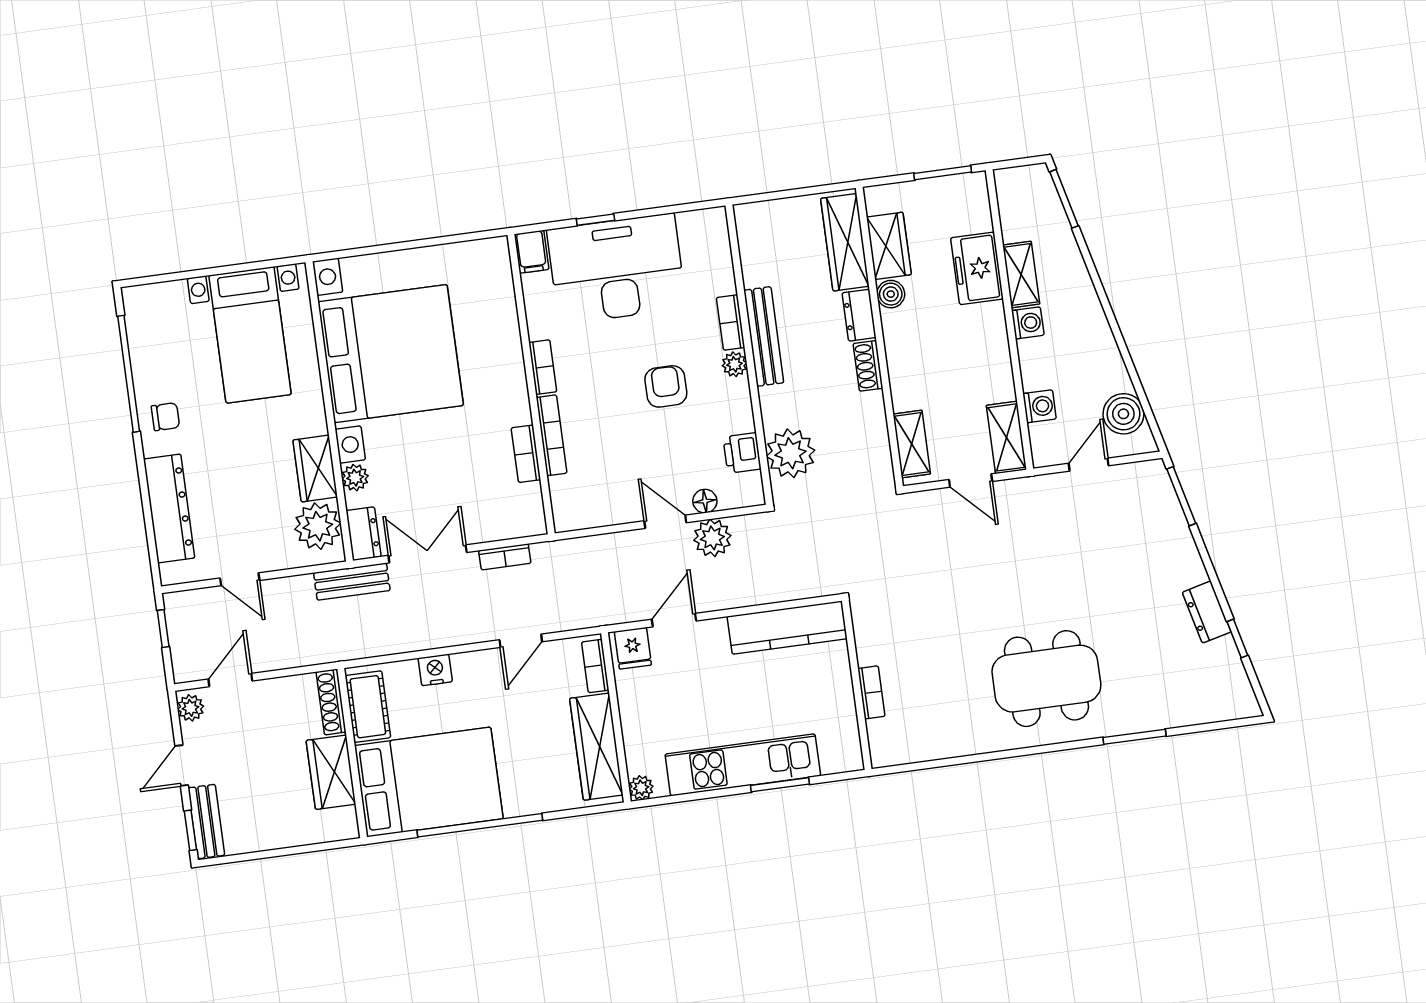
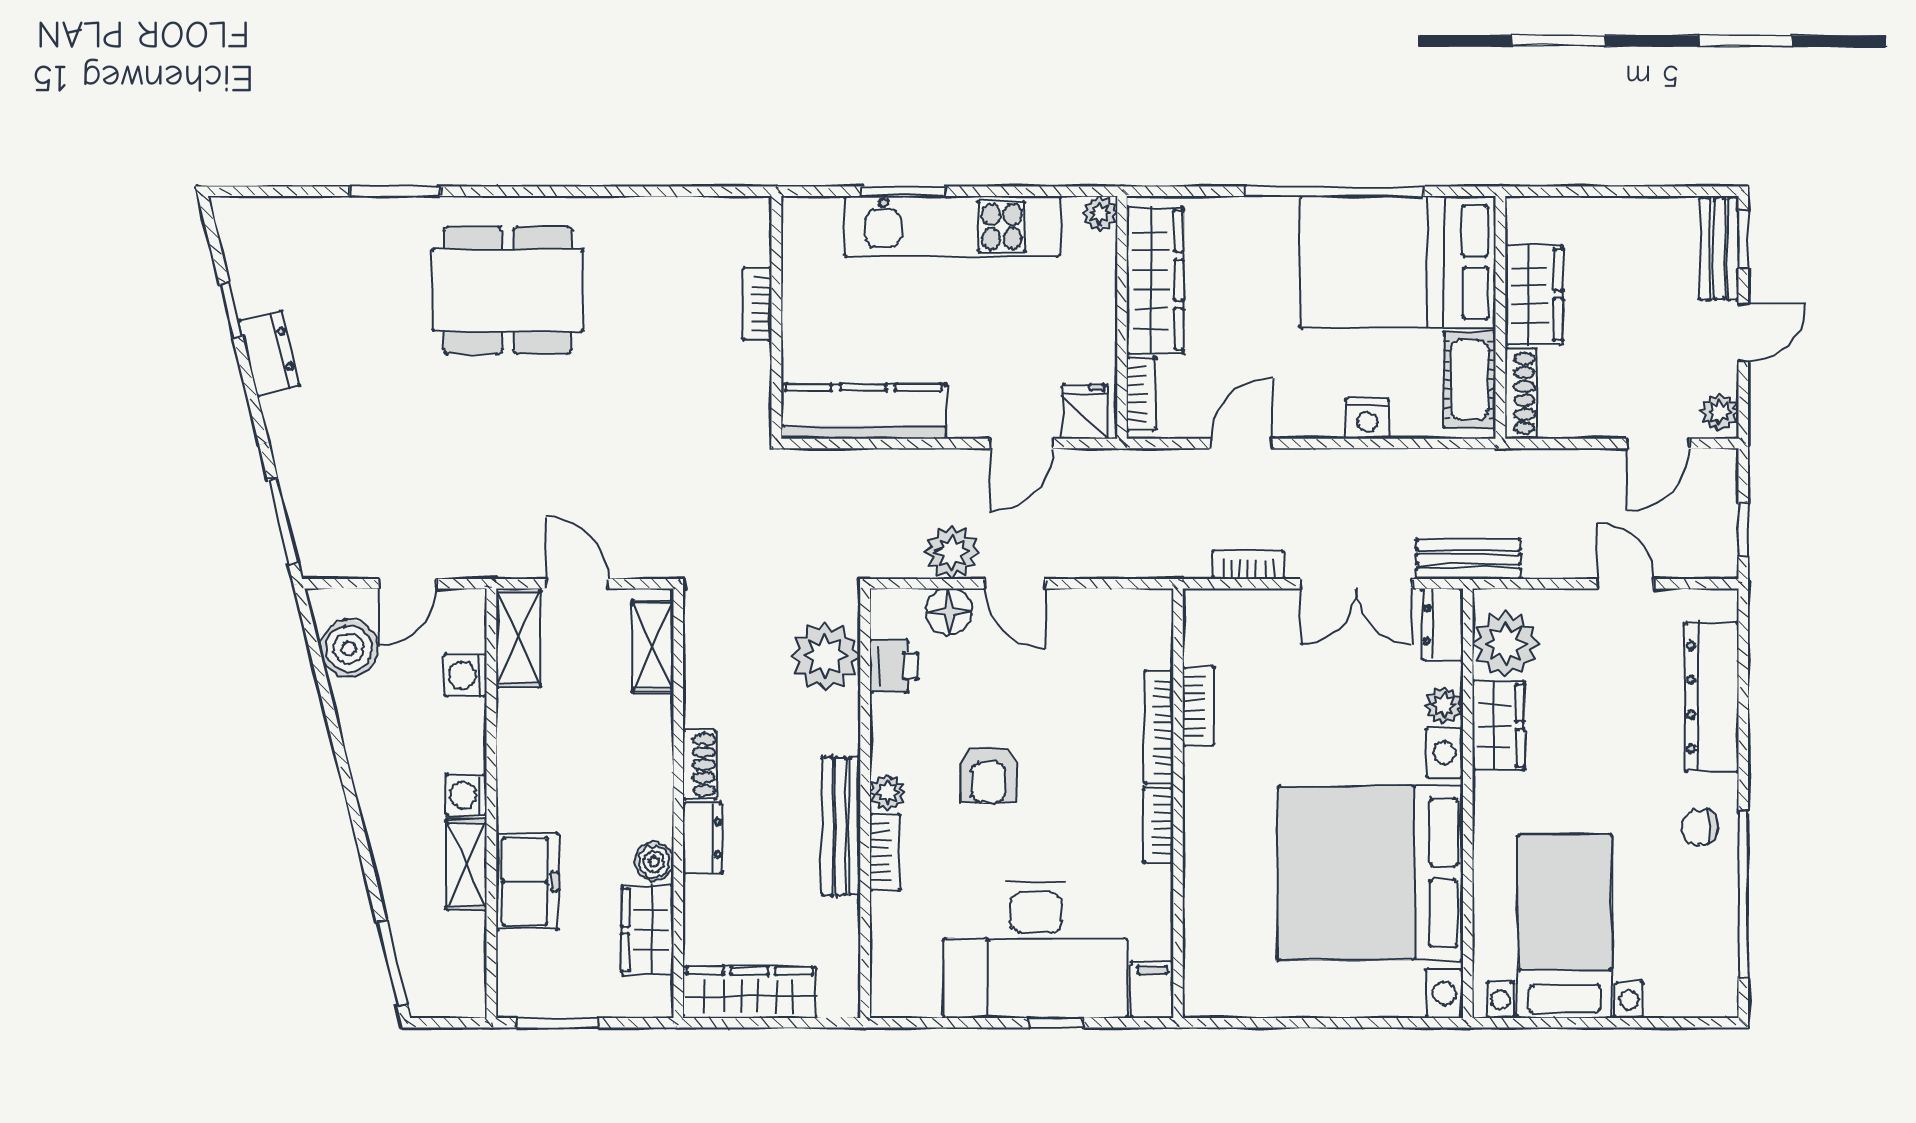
wardrobe: (845, 242) -> (750, 992), moved, turned -90
floor lamp: (705, 501) -> (949, 612), width x1.37, depth x1.37

